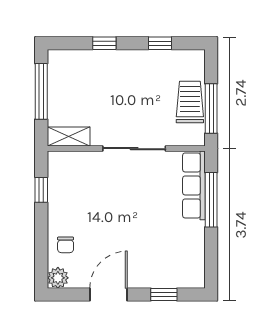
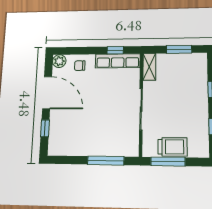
window: (41, 91) -> (179, 49), width x0.69
row of seats: (194, 185) -> (118, 61), moved, turned 180
door: (109, 294) -> (47, 93), width x1.36

